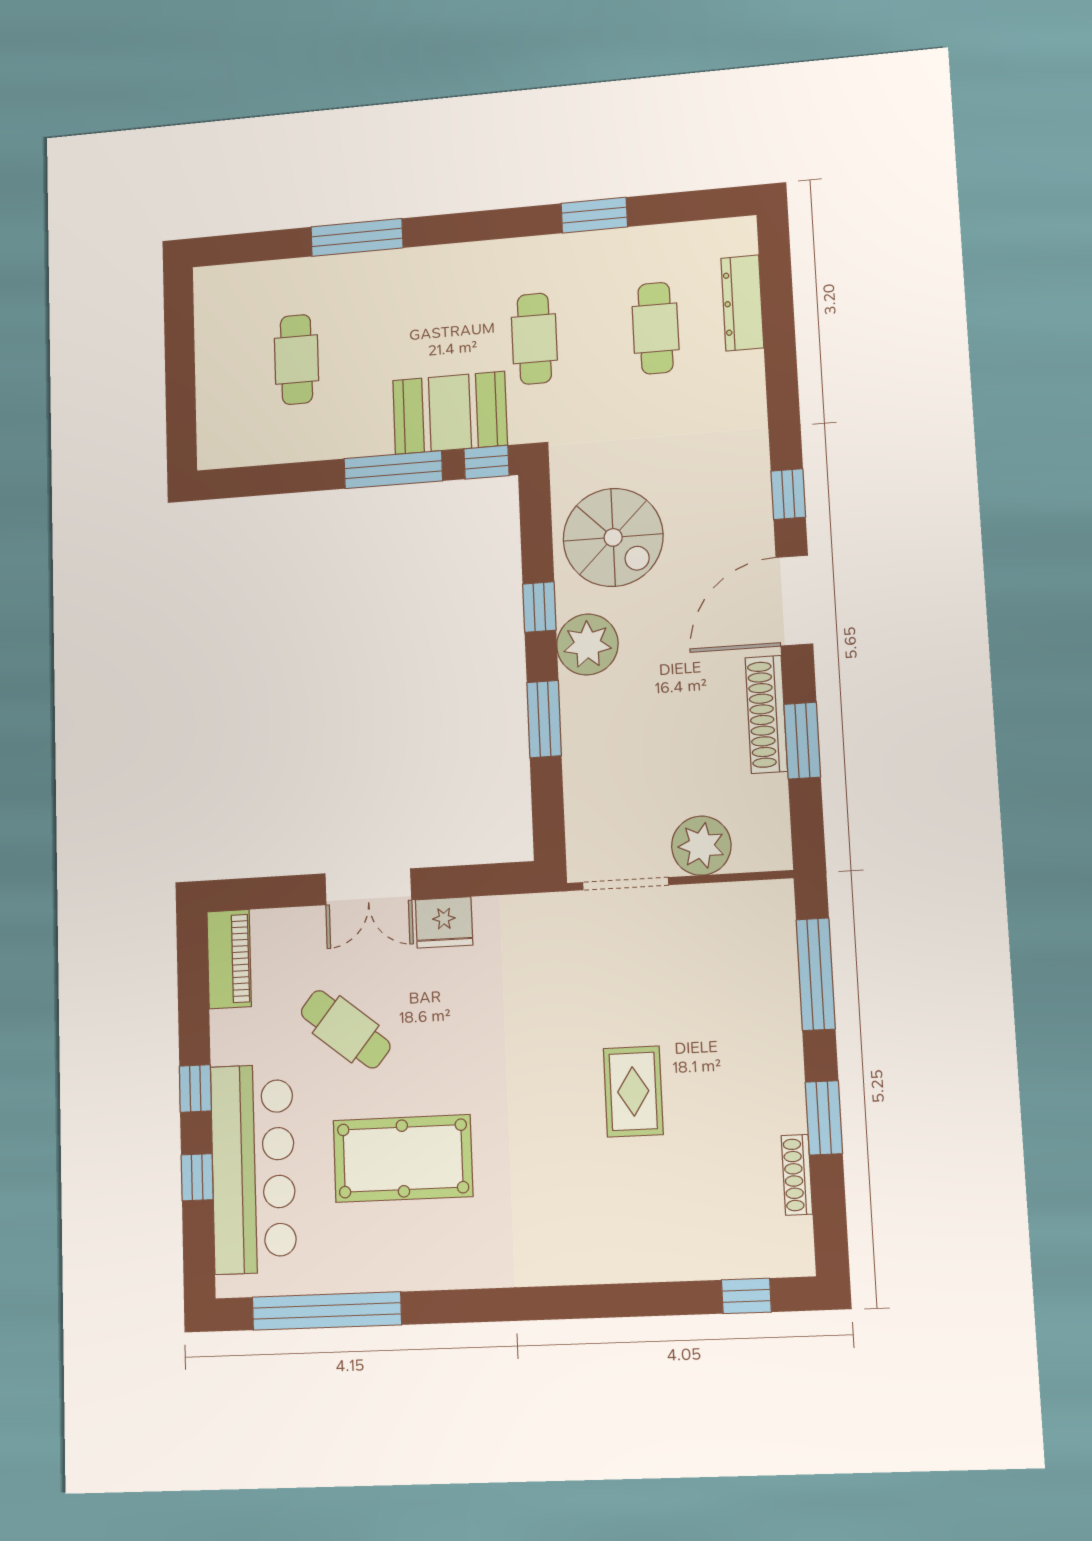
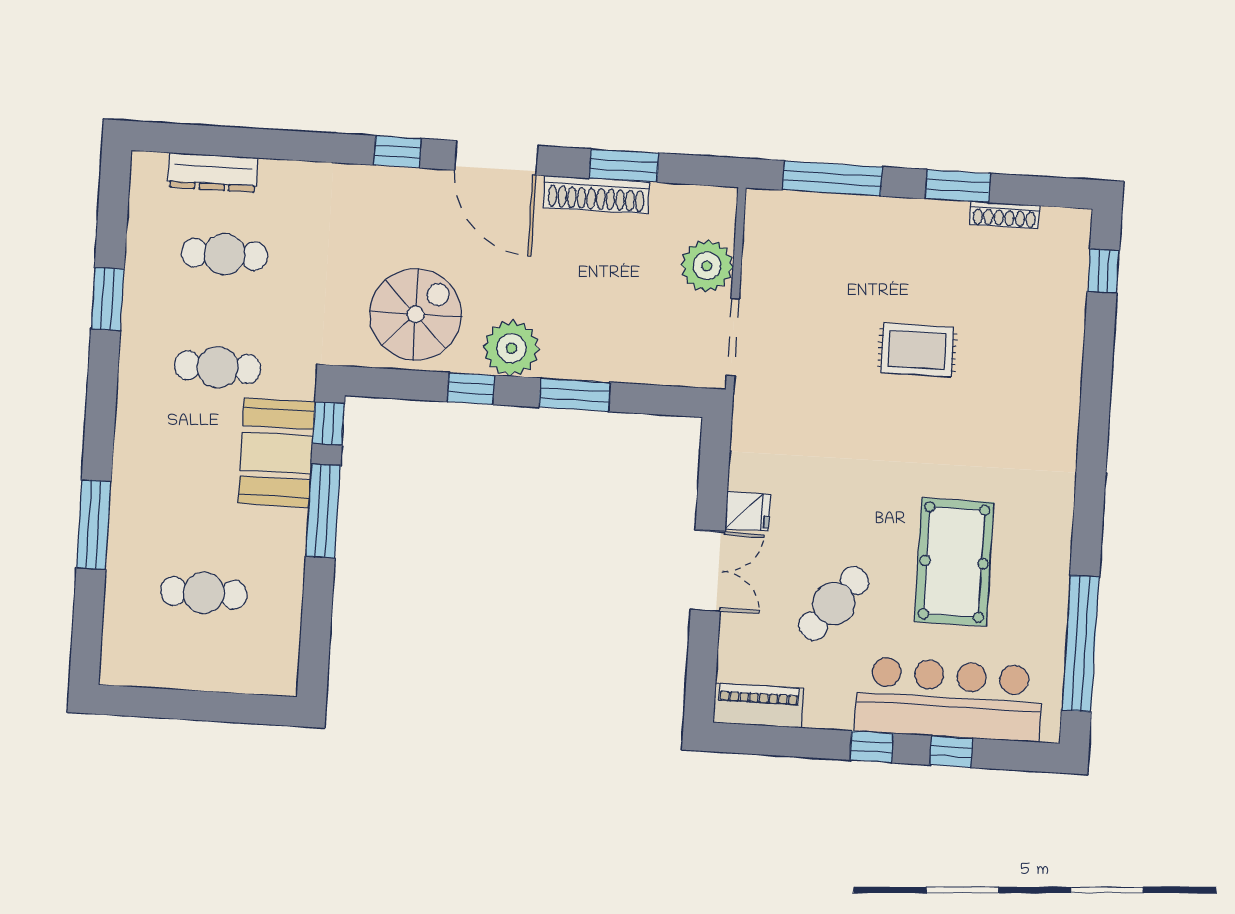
fridge: (444, 922) -> (748, 511), width x0.72

